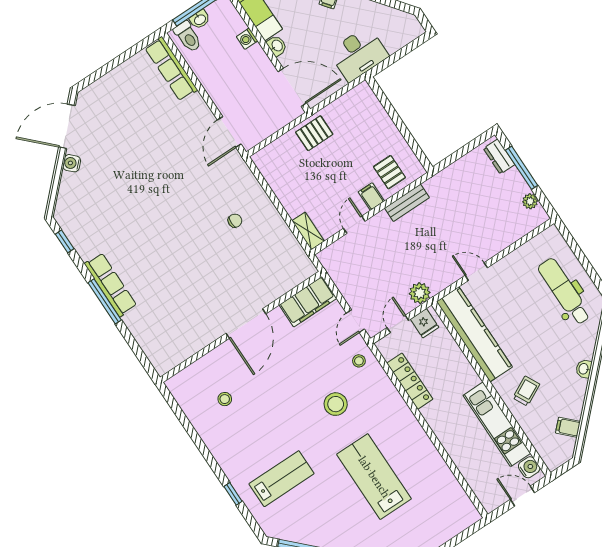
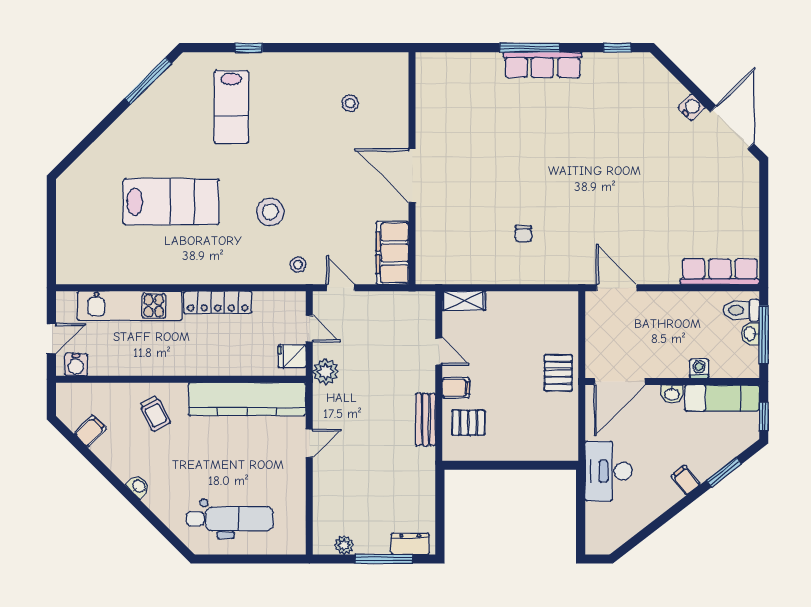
locker: (410, 381) -> (218, 302), moved
kitchen unit: (497, 424) -> (130, 306), moved, turned 180

